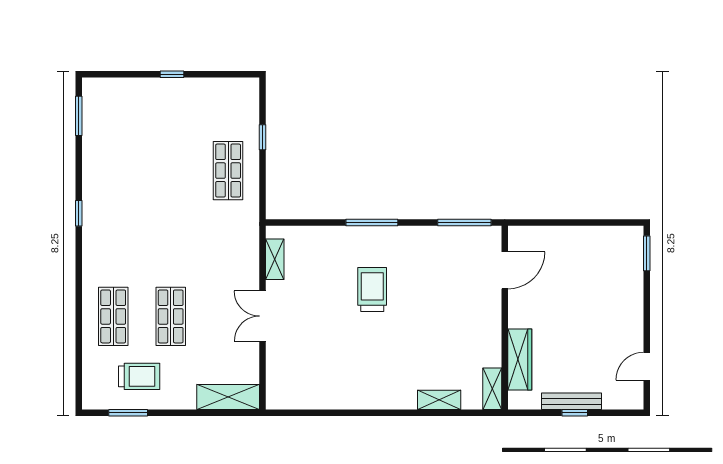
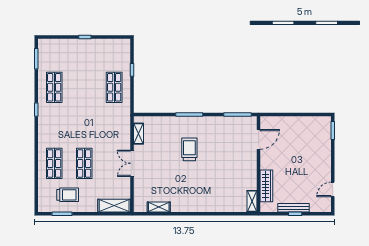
shop shelf: (113, 171) -> (54, 87), added
shelving: (439, 400) -> (159, 207), moved

